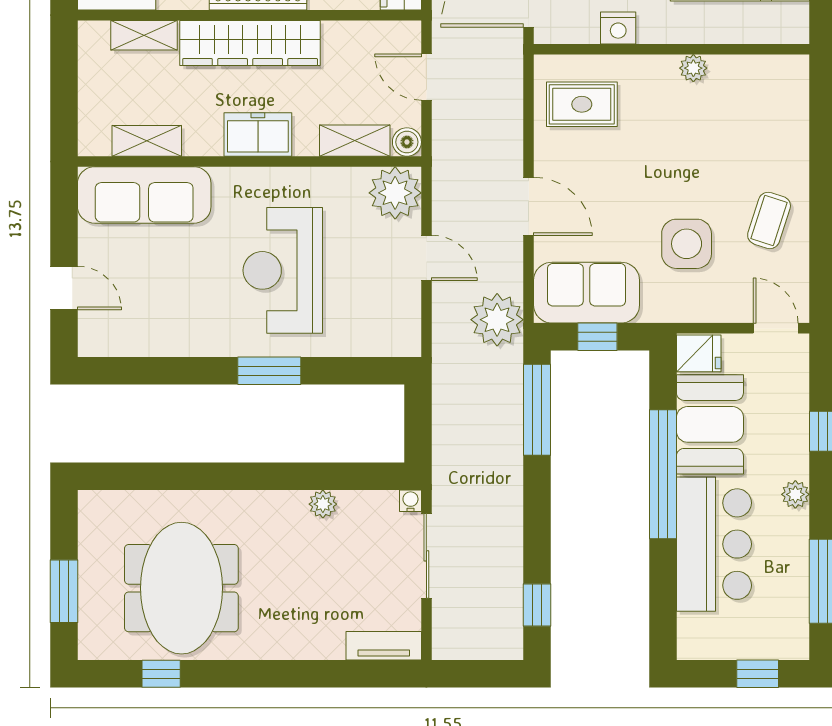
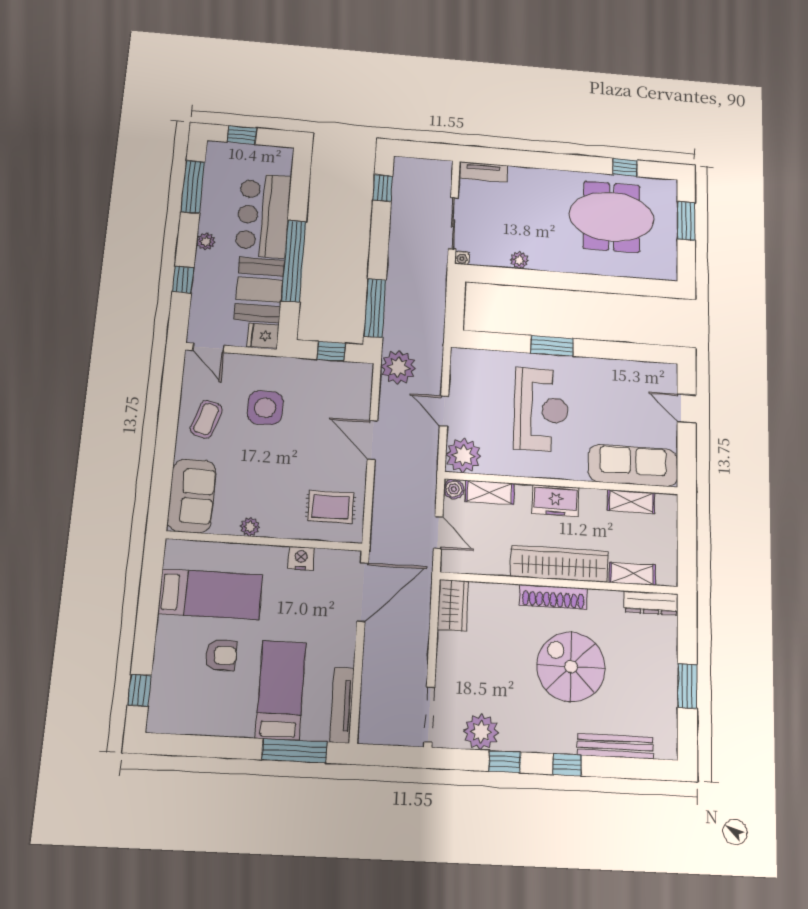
sofa: (587, 293) -> (192, 496), moved, turned -90
meeting table: (181, 588) -> (612, 217), turned 90

